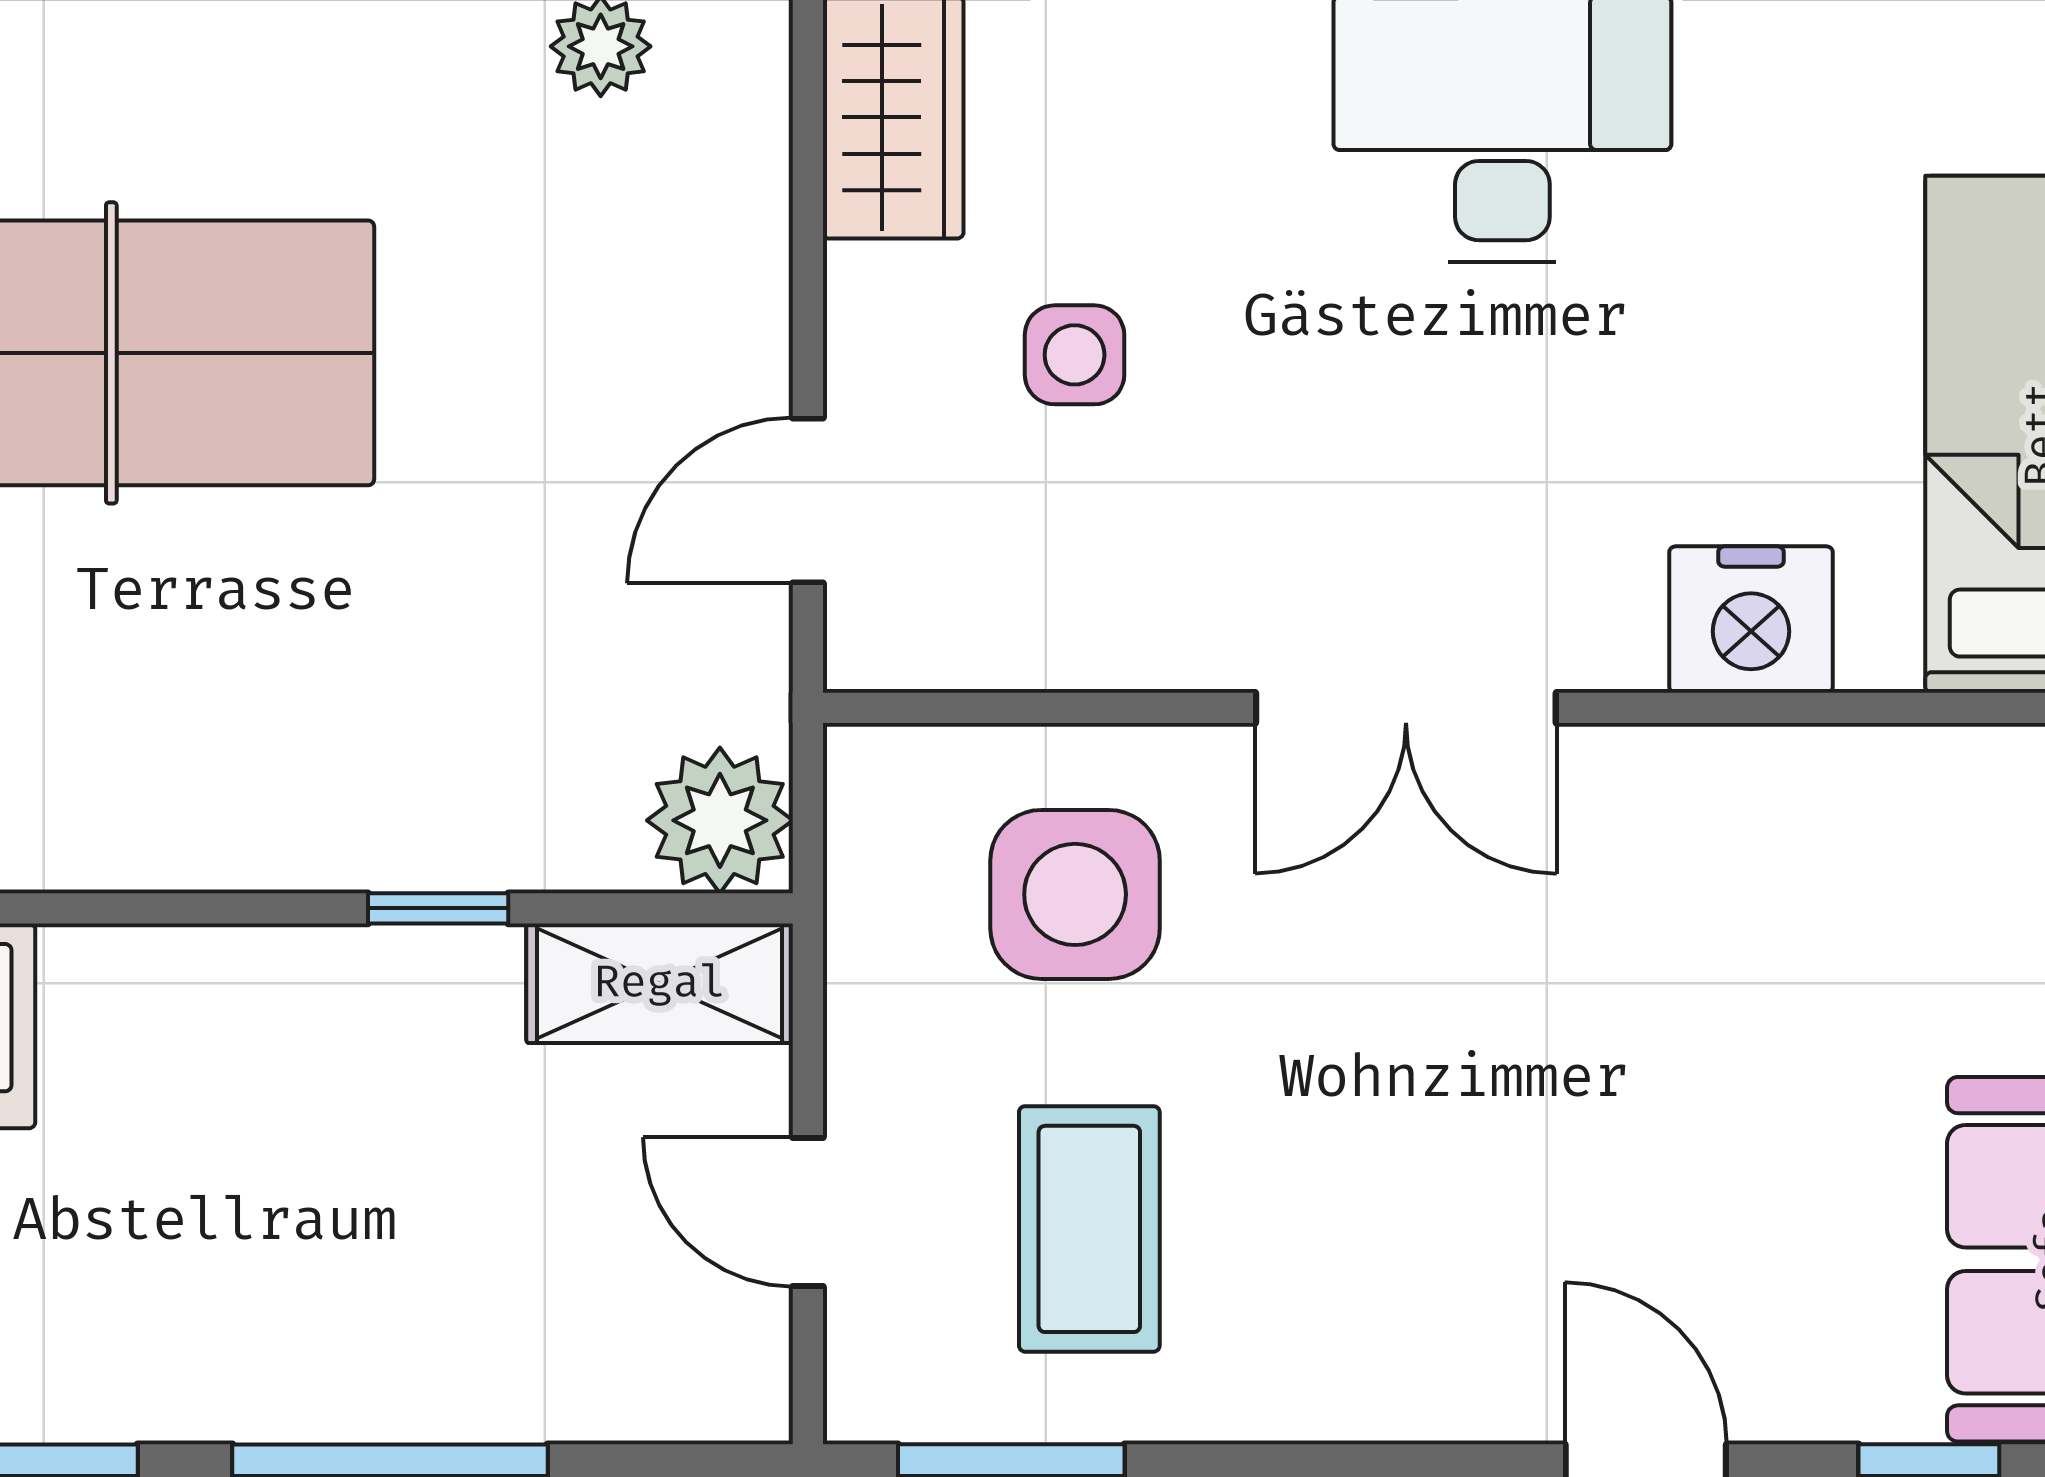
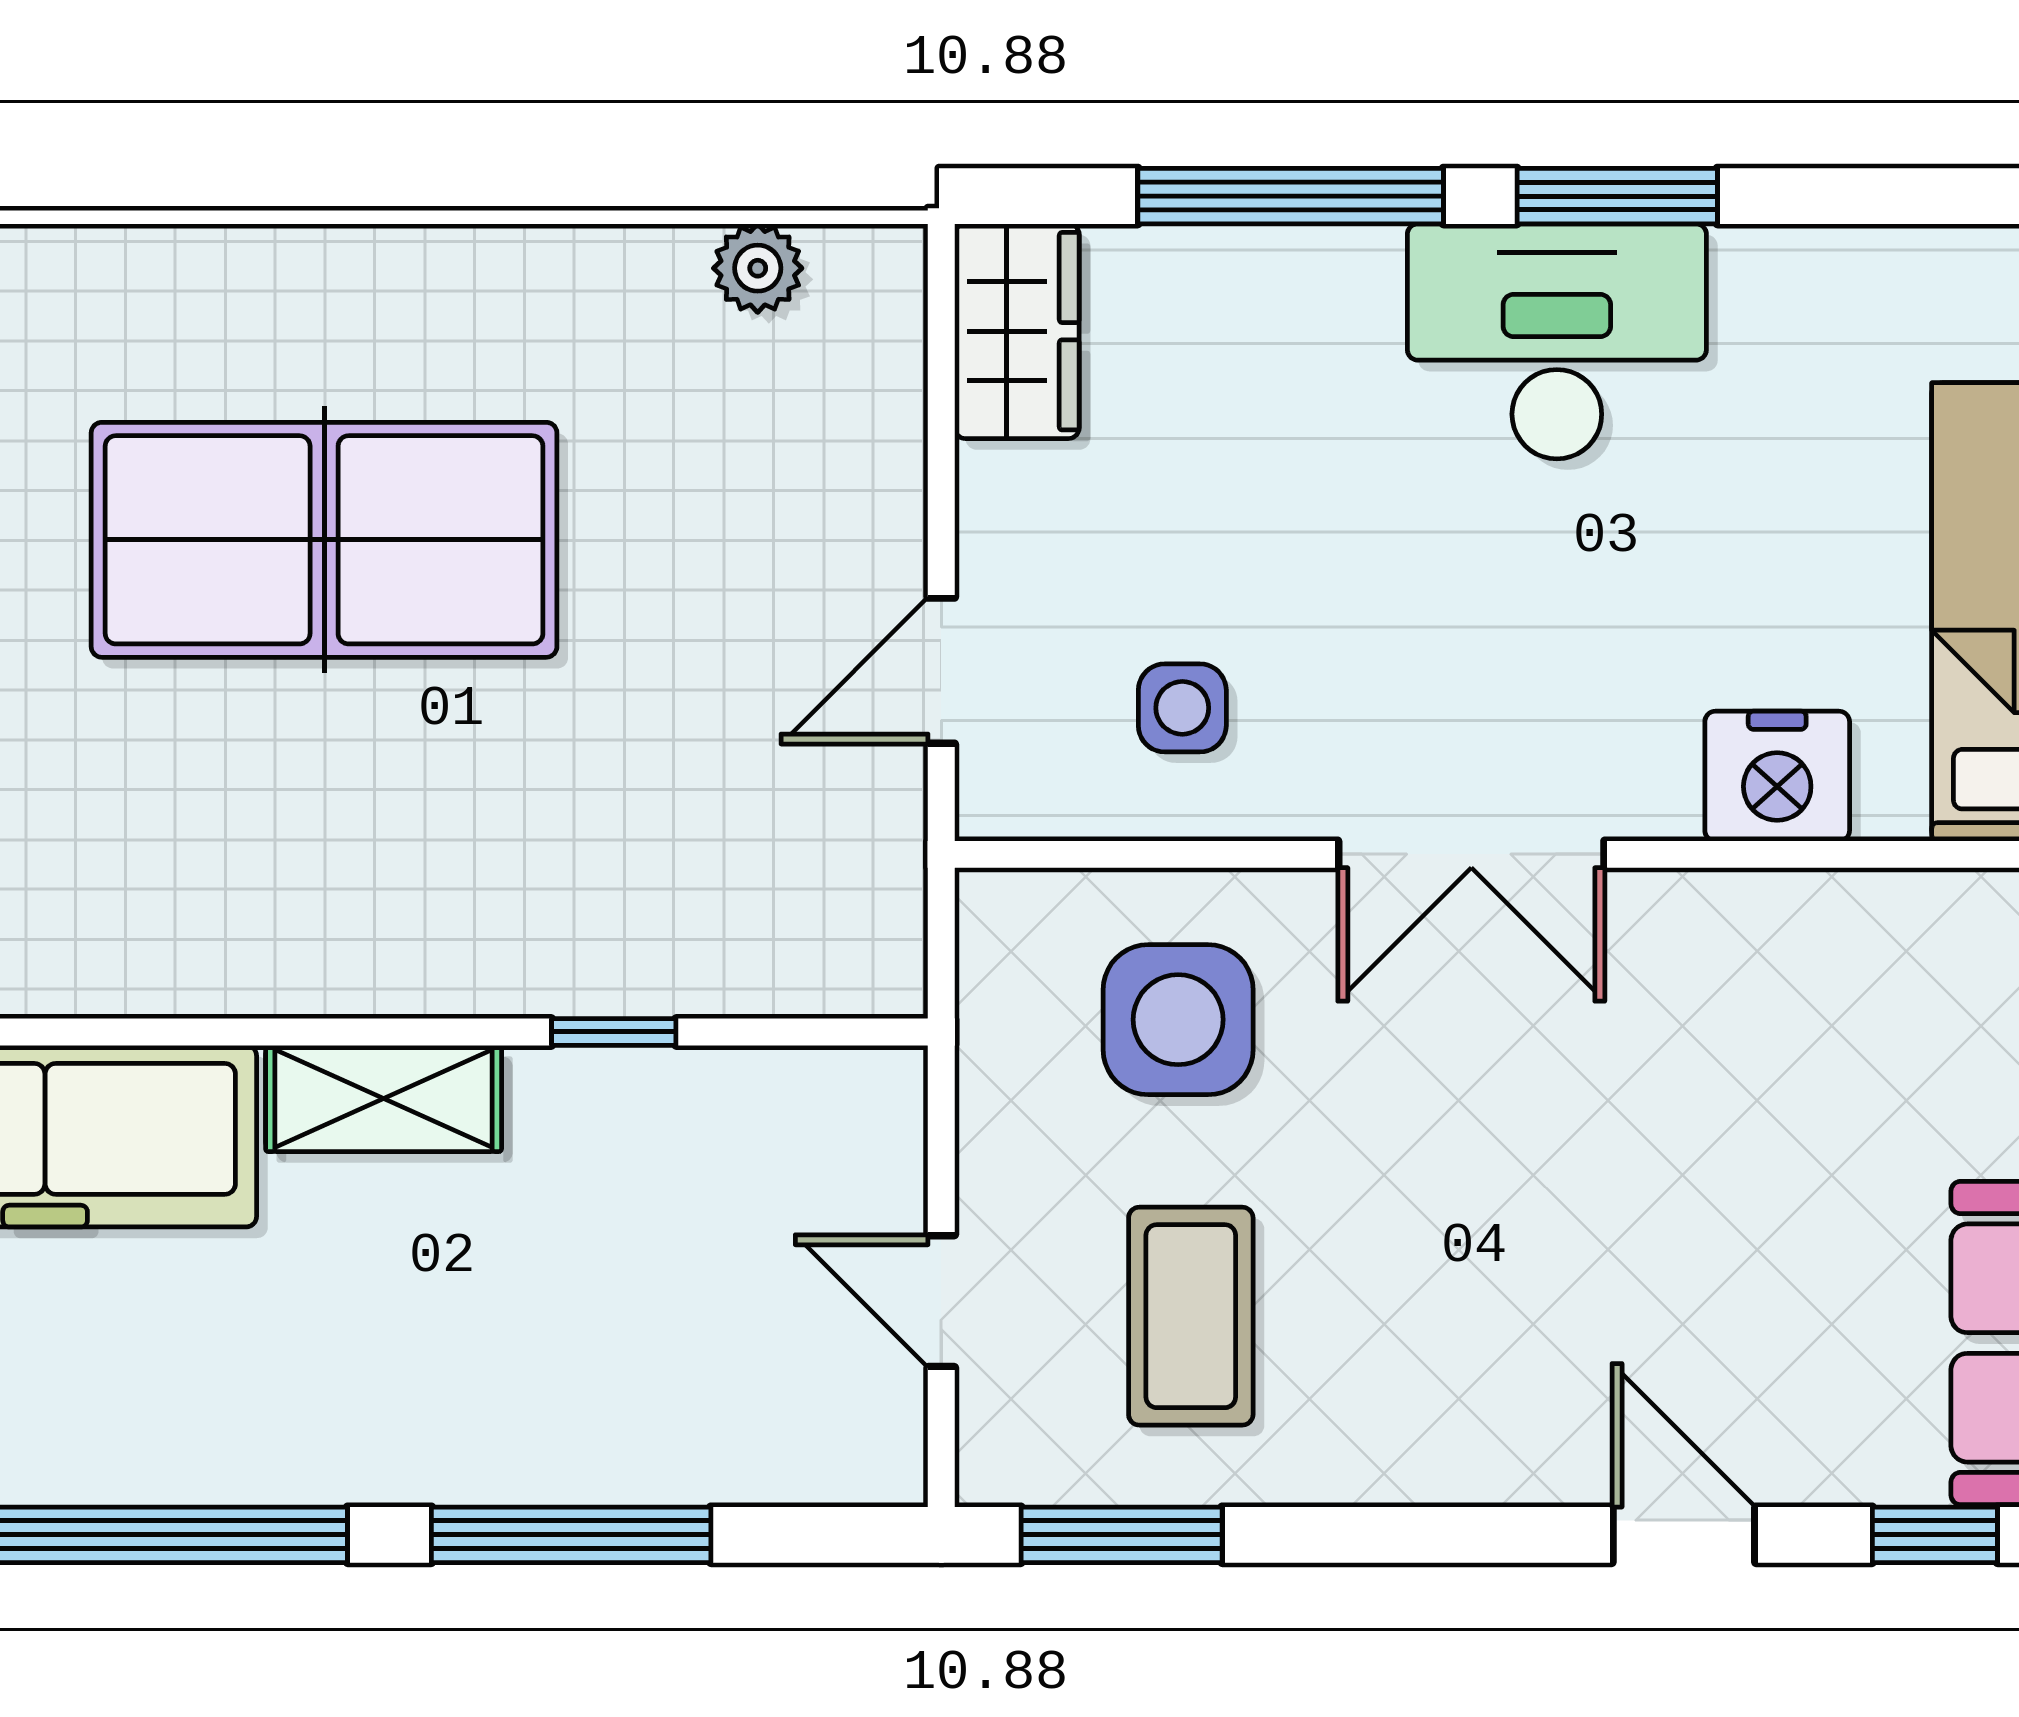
side table: (1075, 355) -> (1182, 708), moved
plant: (720, 820) -> (863, 954), removed
shelving: (660, 983) -> (384, 1098), moved

